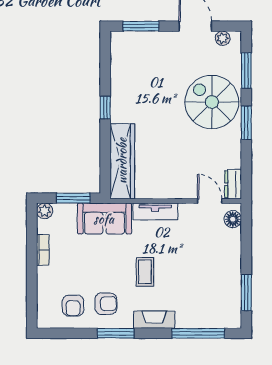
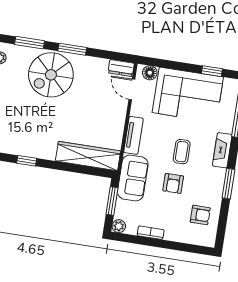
window: (105, 108) -> (27, 161), moved
door: (210, 201) -> (132, 89), hinge flipped
corner sofa: (214, 268) -> (188, 95), added
coffee table: (145, 272) -> (182, 152), turned 90
window: (246, 293) -> (212, 71), width x0.67
armchair: (106, 304) -> (173, 183), moved, turned 180

